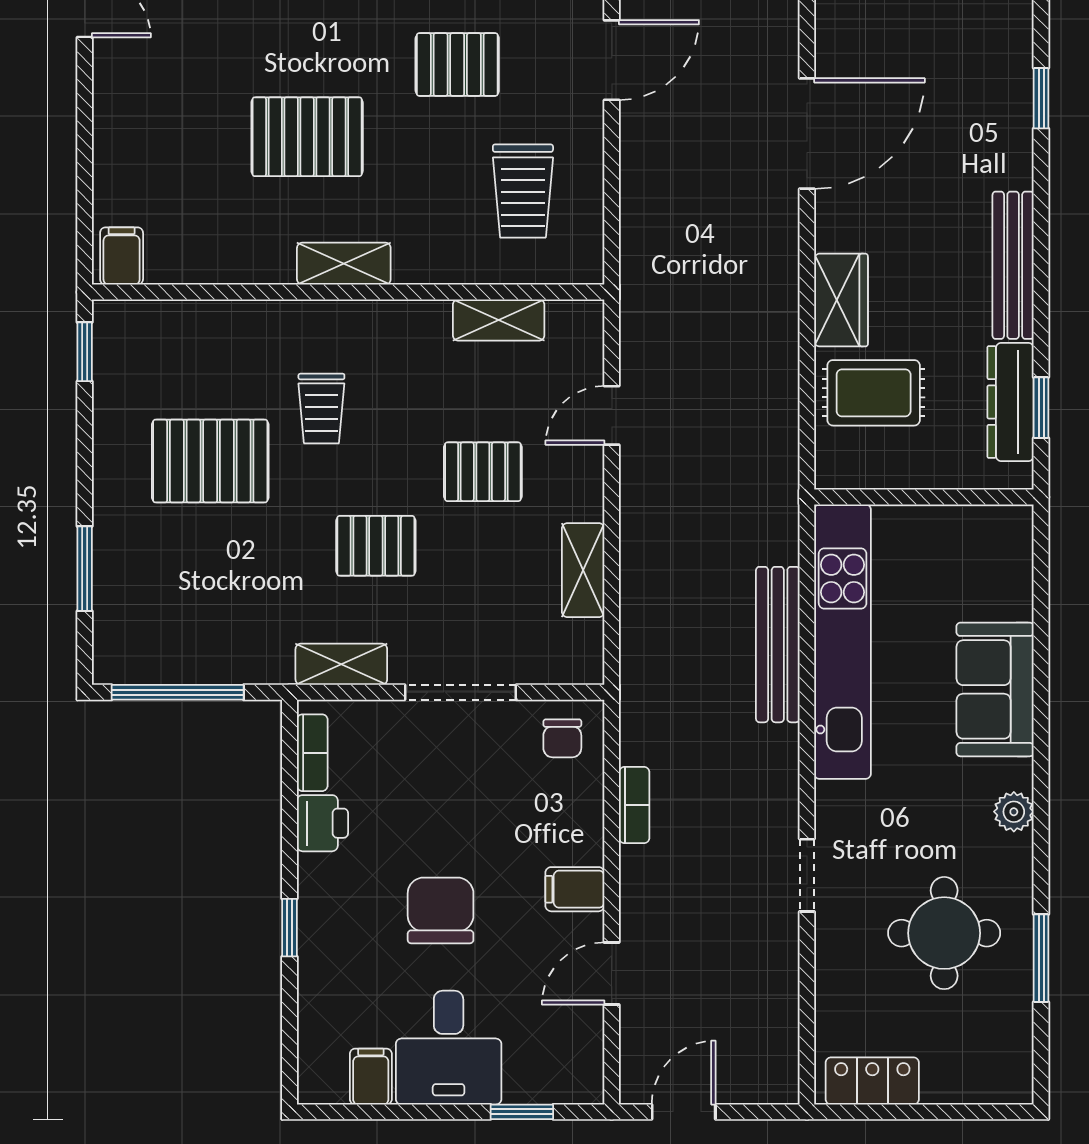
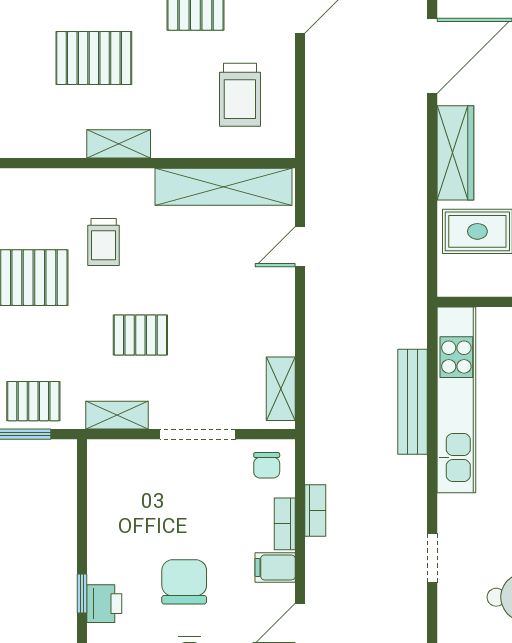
wardrobe: (841, 300) -> (455, 153), width x1.50
shelving: (499, 320) -> (224, 187), width x2.20, depth x1.33
pallet: (483, 472) -> (33, 401), moved
shelving: (583, 570) -> (281, 389), moved
bookcase: (312, 753) -> (285, 524), moved, turned 180
printer: (322, 823) -> (104, 604), moved

